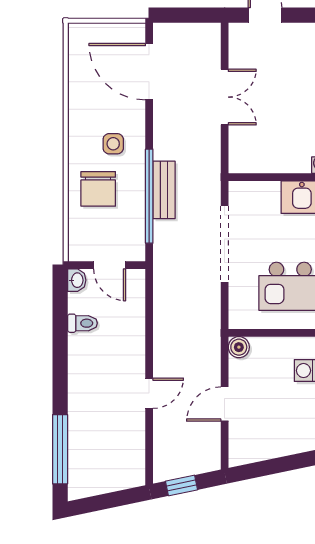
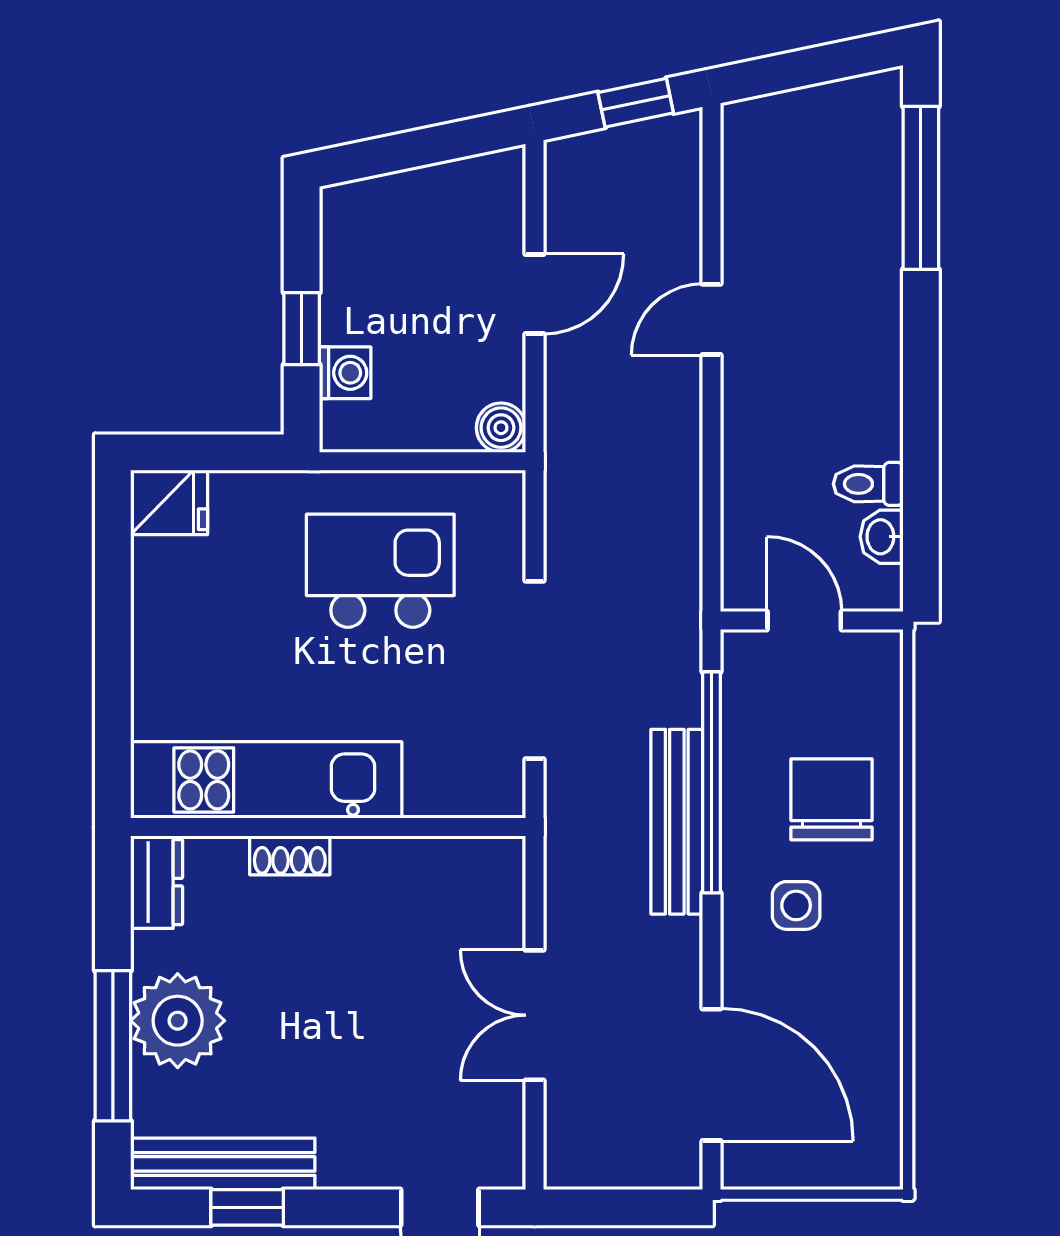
bench: (164, 190) -> (677, 822), width x1.36
washbasin: (77, 280) -> (882, 537), moved

